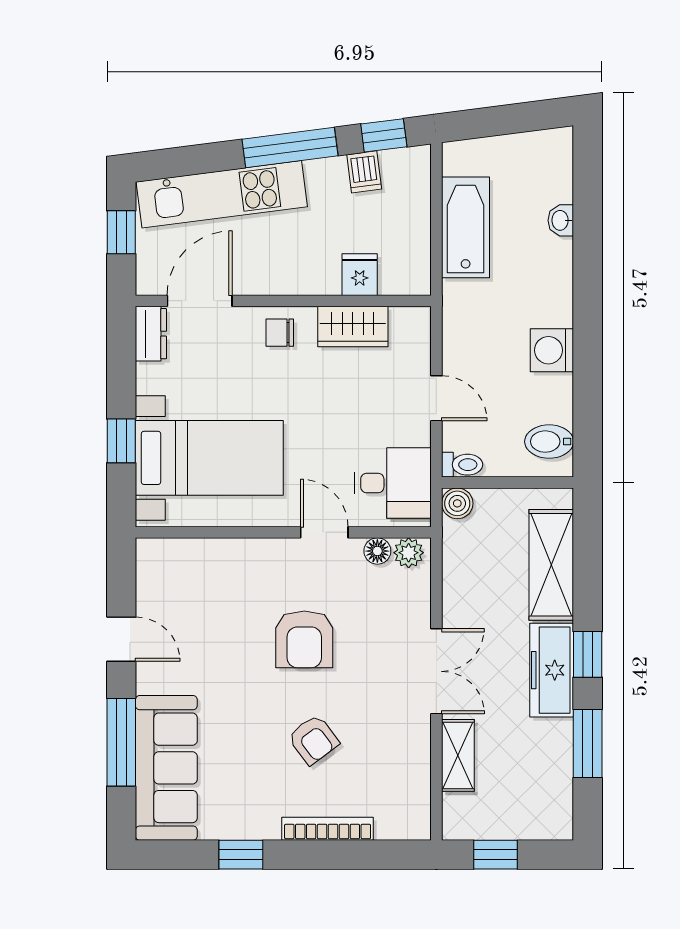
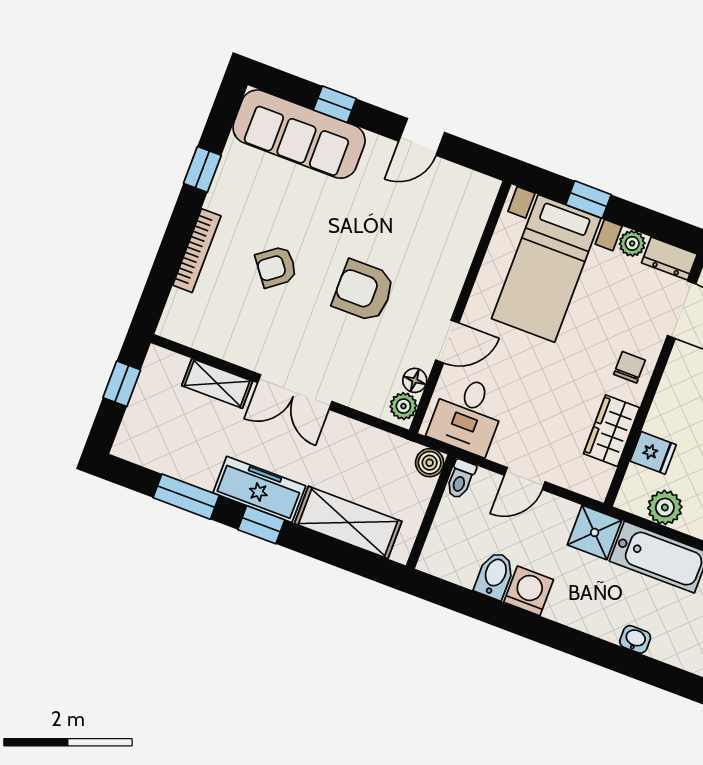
plant: (412, 241) -> (665, 507), added
shower: (465, 304) -> (595, 532), added
plant: (150, 378) -> (632, 243), added
bidet: (549, 442) -> (495, 575), moved
window: (121, 742) -> (335, 104), width x0.46

